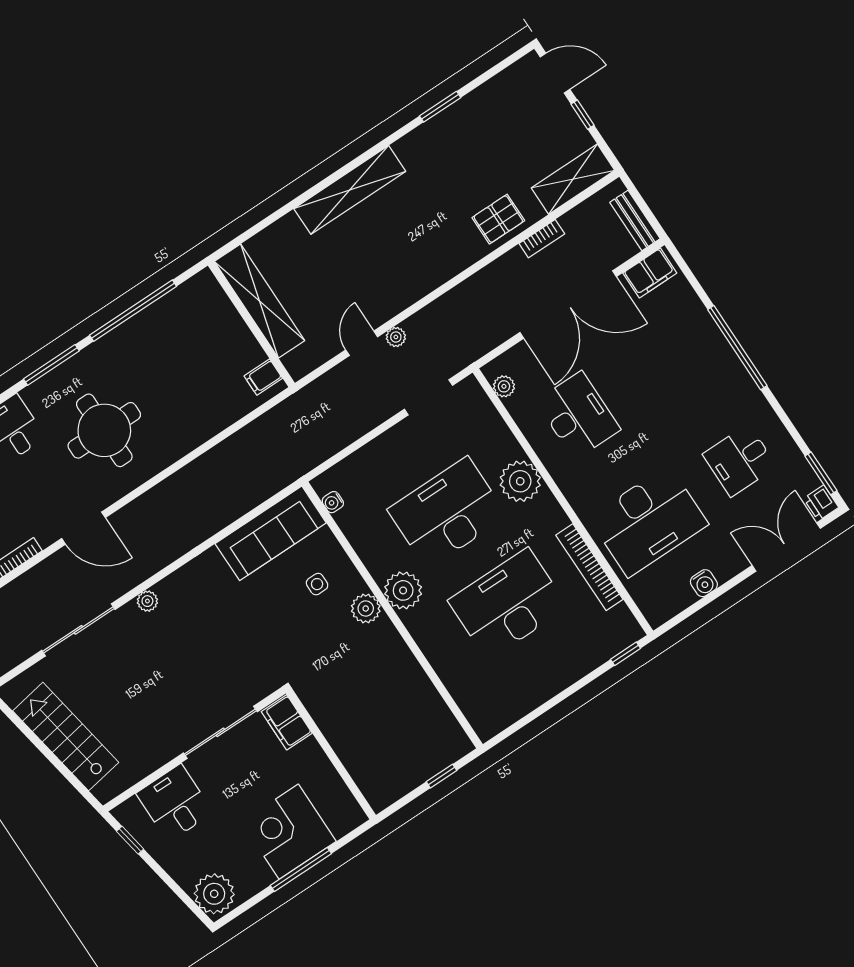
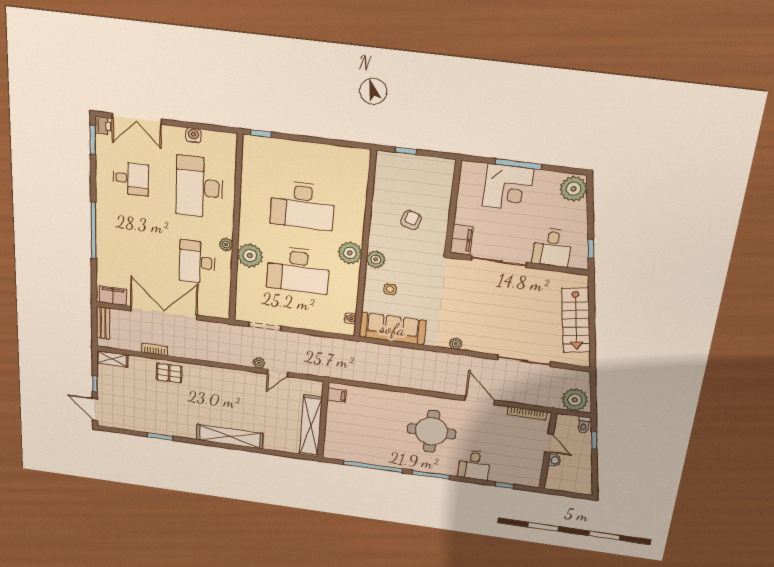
shelving: (573, 179) -> (112, 359), width x0.67, depth x0.75
plant: (504, 386) -> (226, 245), moved
desk: (648, 521) -> (199, 187), turned -90
bookcase: (589, 567) -> (247, 189), removed
plant: (147, 601) -> (456, 344), moved
armchair: (366, 696) -> (411, 220), added

